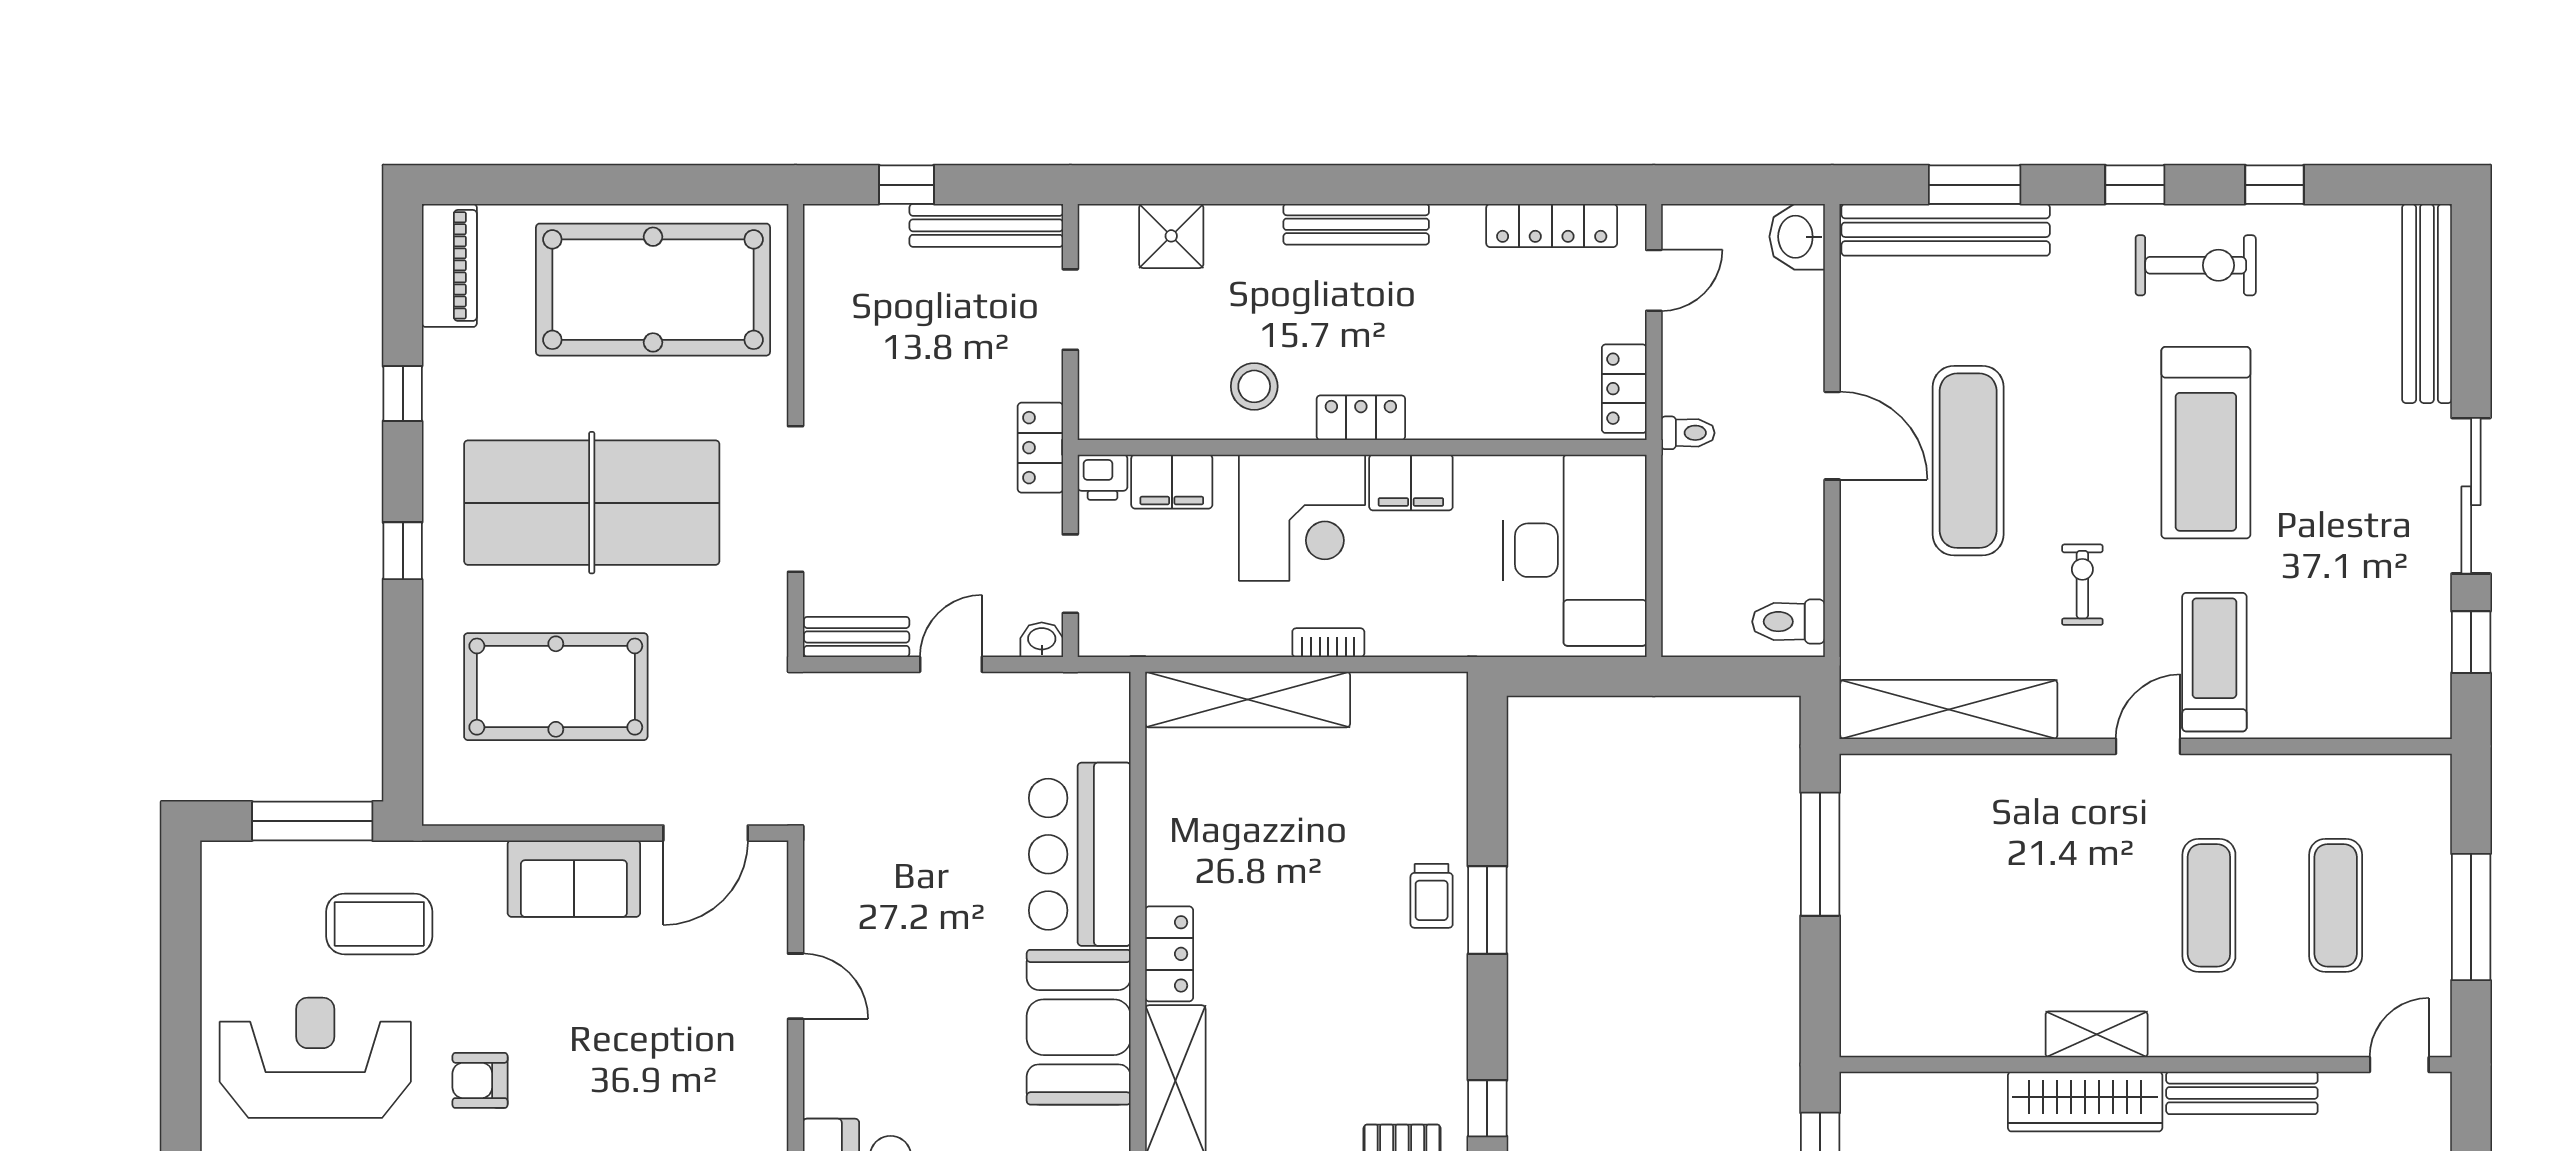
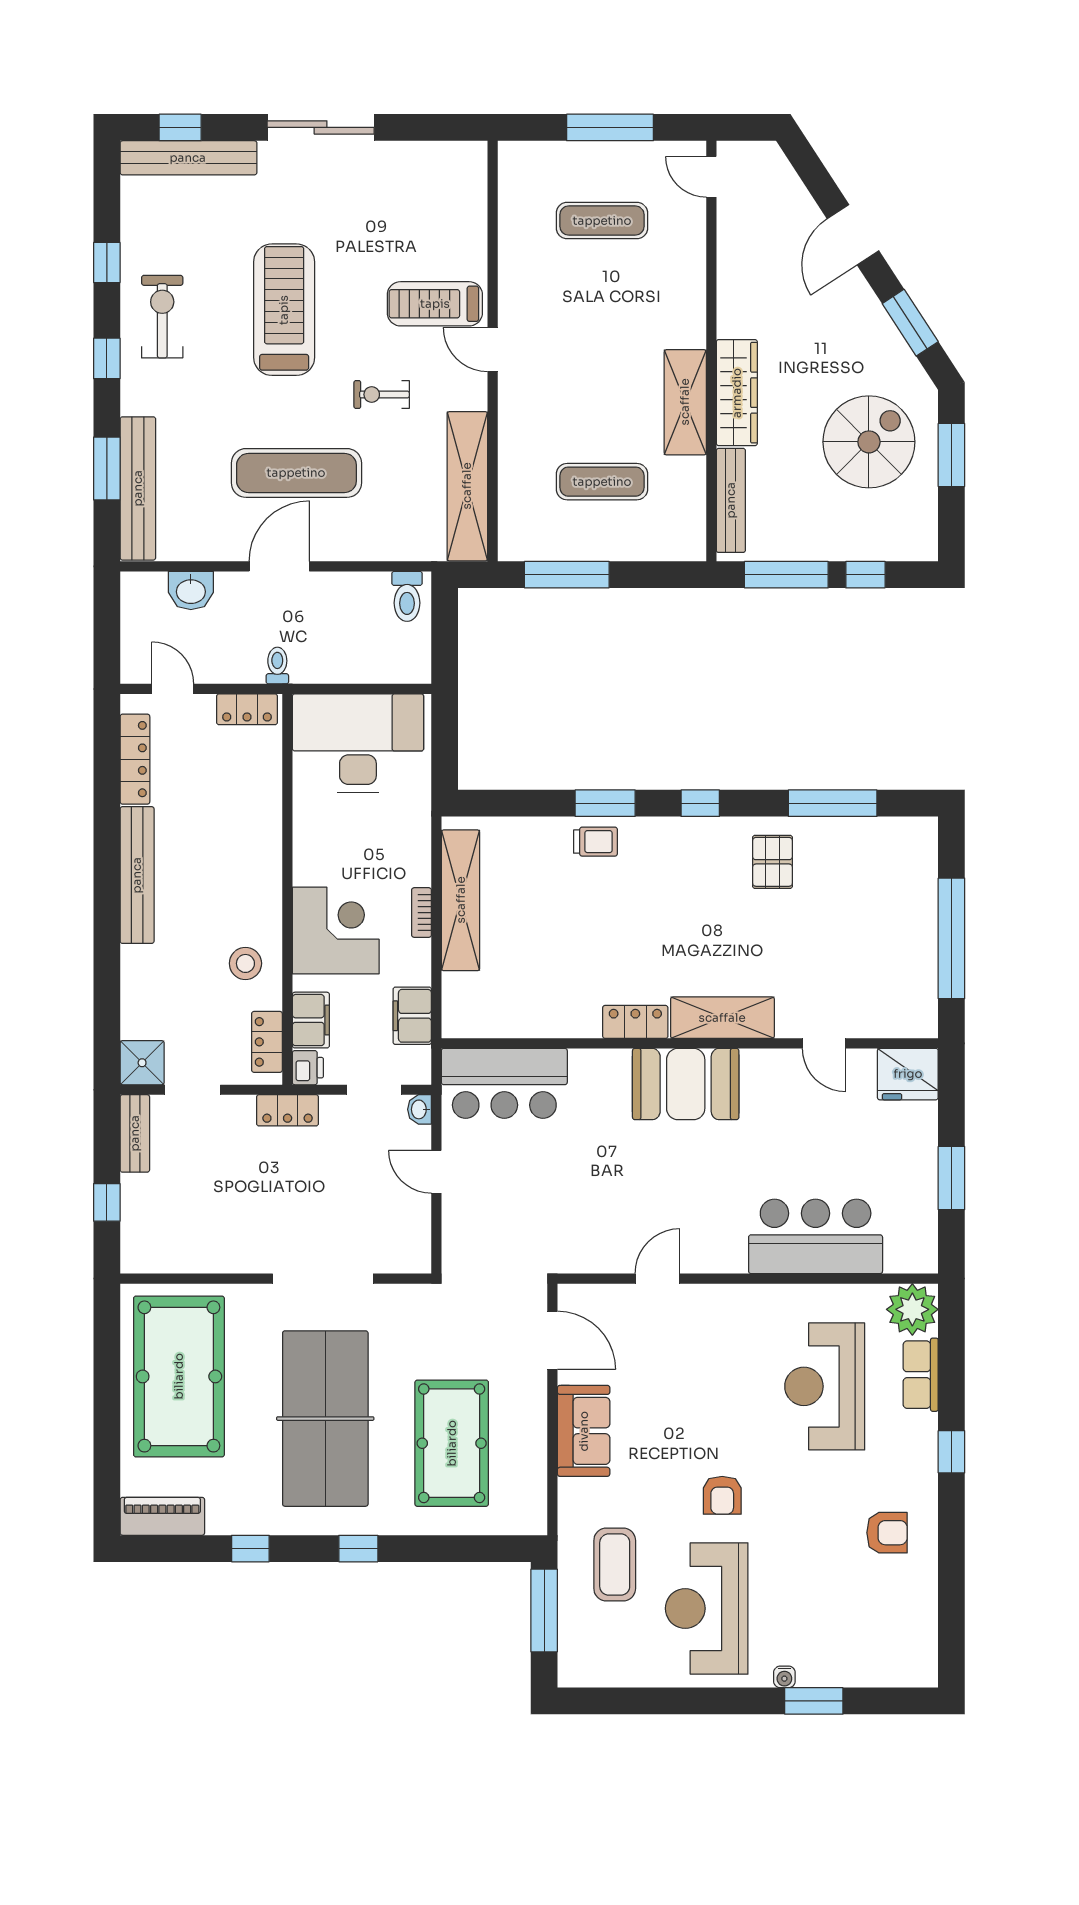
bench: (1356, 224) -> (137, 875), width x1.37, depth x1.21
bench: (986, 225) -> (135, 1133), width x0.73
shower: (1171, 236) -> (142, 1063), moved
washbasin: (1797, 237) -> (191, 590), moved
locker: (1361, 418) -> (267, 1042), moved
treadmill: (2206, 443) -> (284, 310), turned -90
filing cabinet: (1411, 482) -> (412, 1016), moved, turned 180
bench: (857, 637) -> (418, 1237), removed
window: (2471, 642) -> (180, 127), moved
shelving: (1248, 699) -> (461, 900), moved
bar counter: (1080, 854) -> (504, 1083), moved
exercise mat: (2209, 905) -> (602, 482), moved
shelving: (2097, 1034) -> (685, 402), width x1.50, depth x1.33
bench: (2242, 1093) -> (731, 500), moved
window: (1487, 1108) -> (700, 803), moved

